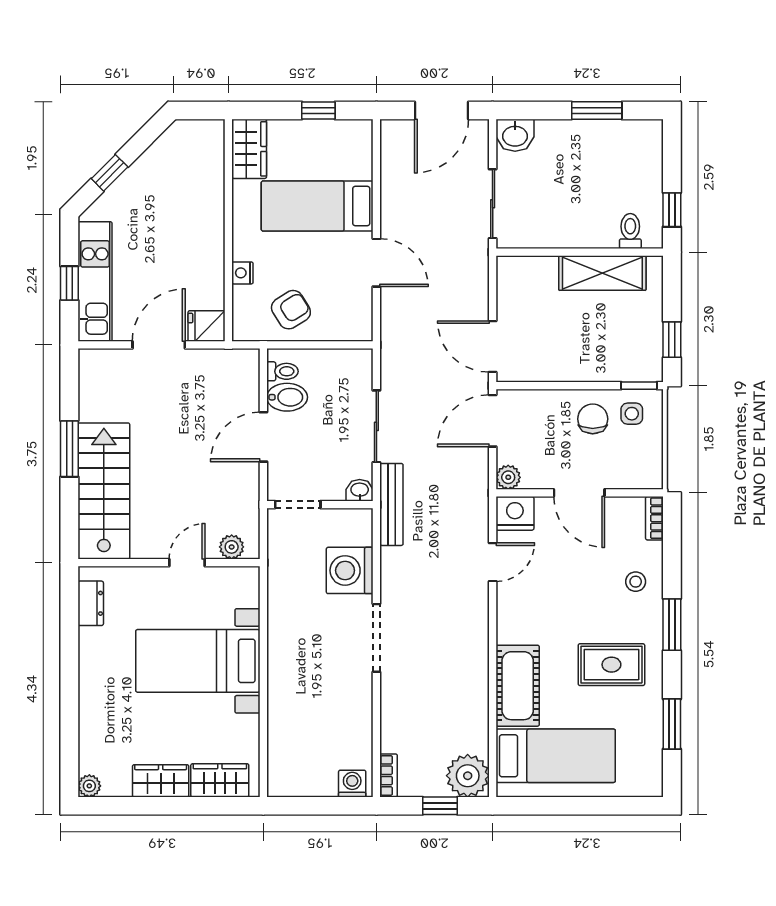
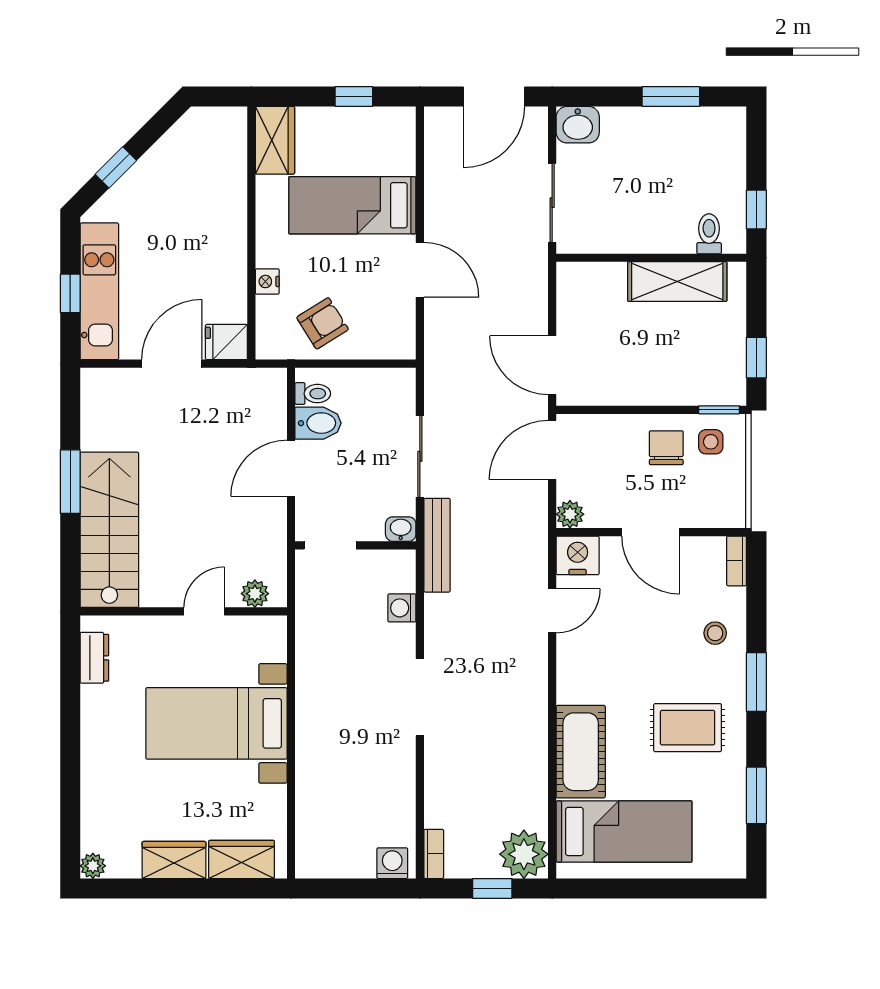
washing machine: (350, 570) -> (402, 608), width x0.53, depth x0.53

